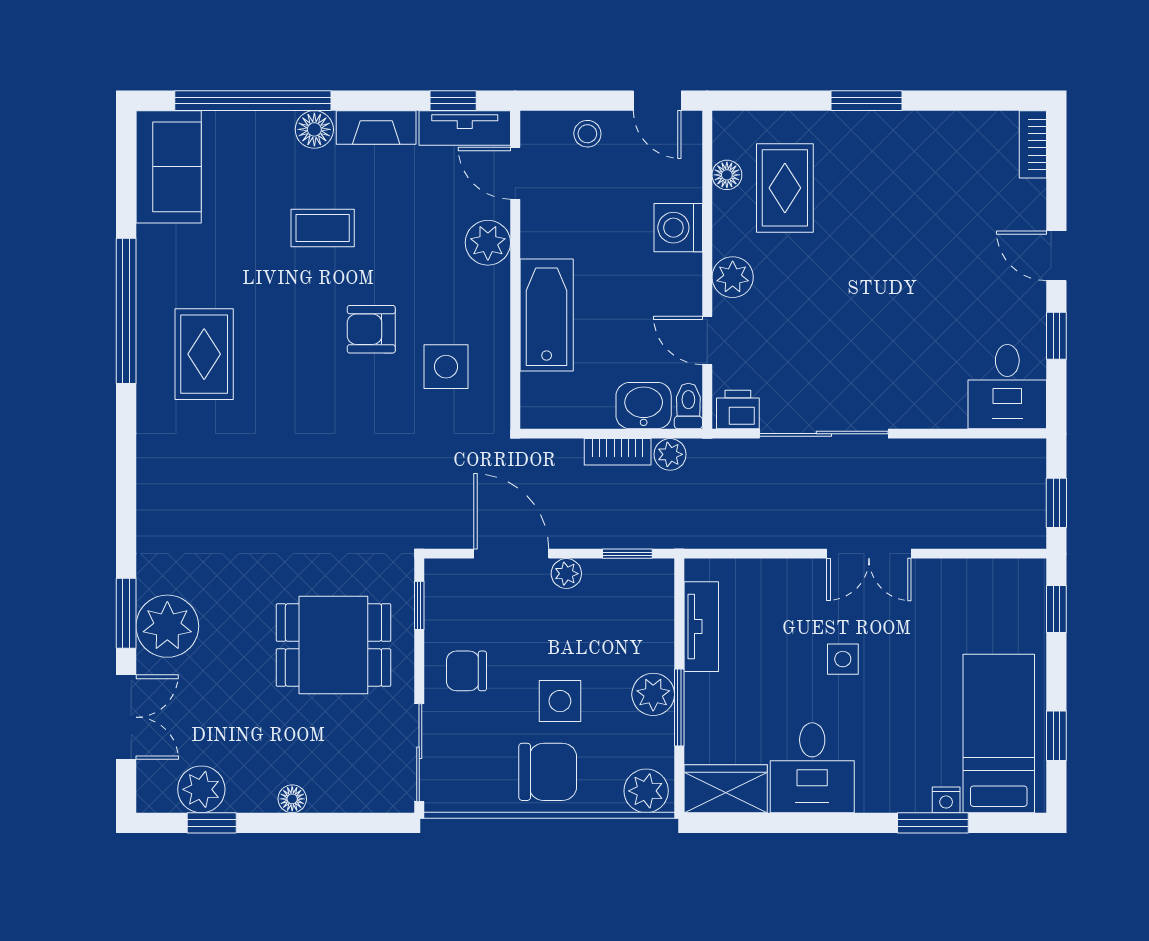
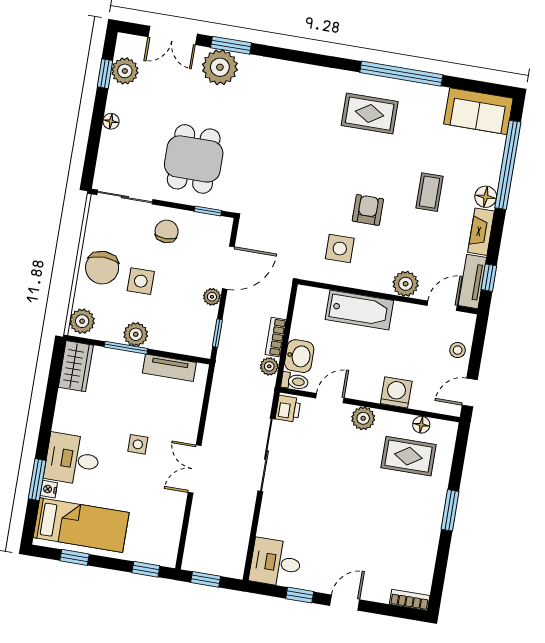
desk: (812, 768) -> (72, 459), moved

